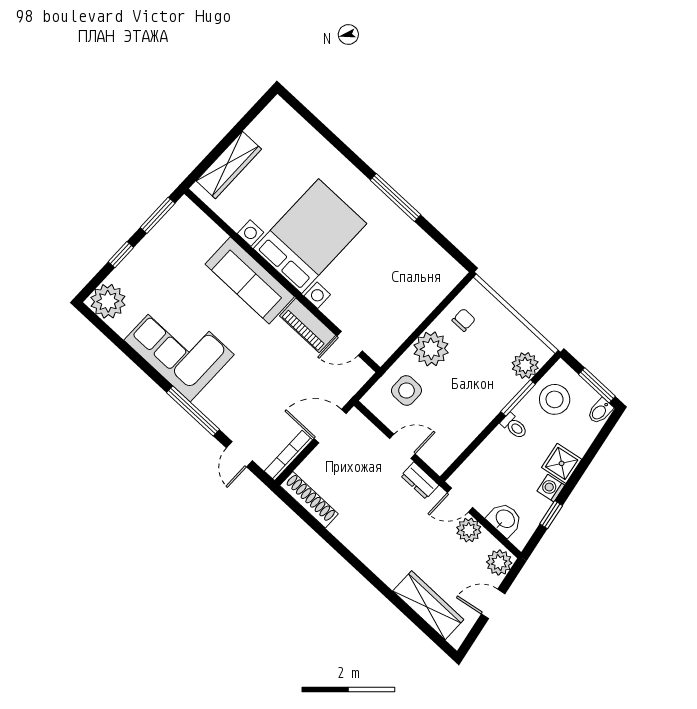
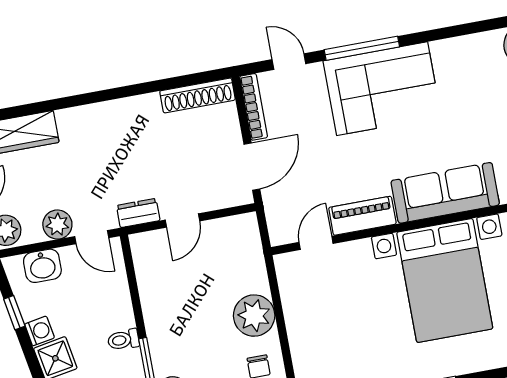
corner sofa: (179, 347) -> (382, 89), moved
side table: (406, 391) -> (232, 263), removed
door: (460, 500) -> (92, 237), swing flipped

